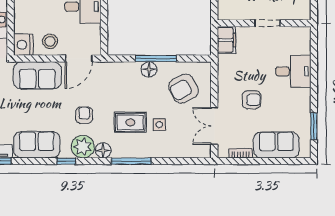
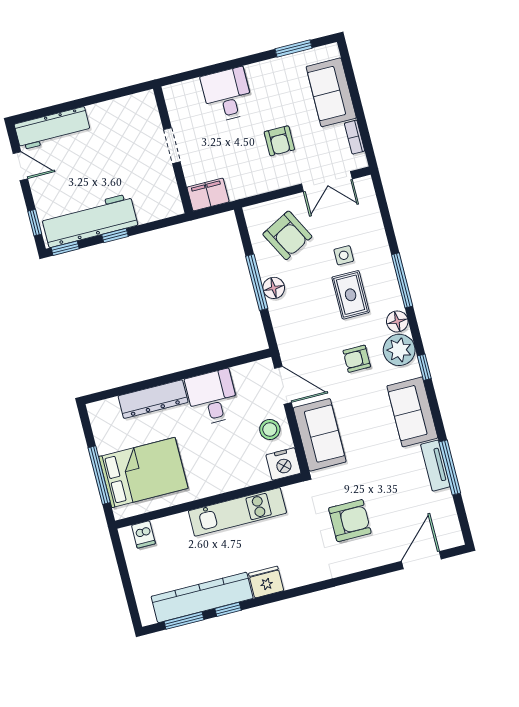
armchair: (251, 100) -> (279, 141), turned 180

